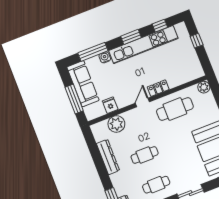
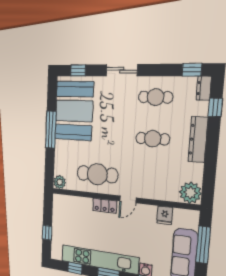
plant: (116, 124) -> (190, 193), moved
dresser: (108, 157) -> (198, 140), moved

